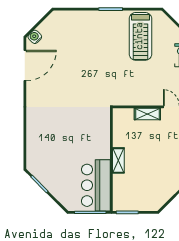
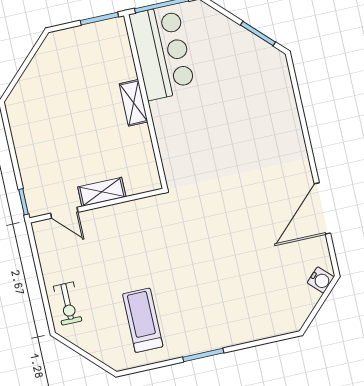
treadmill: (140, 36) -> (143, 320), width x0.73, depth x0.73
door: (25, 66) -> (322, 208), moved

